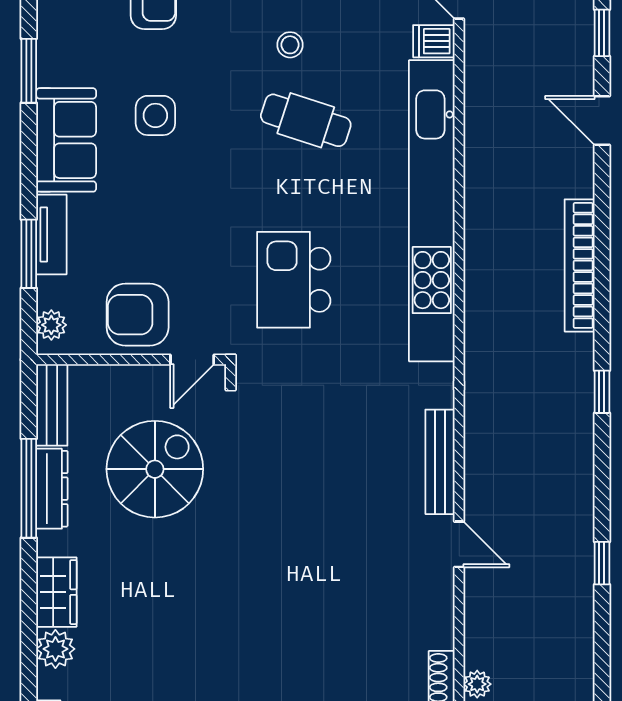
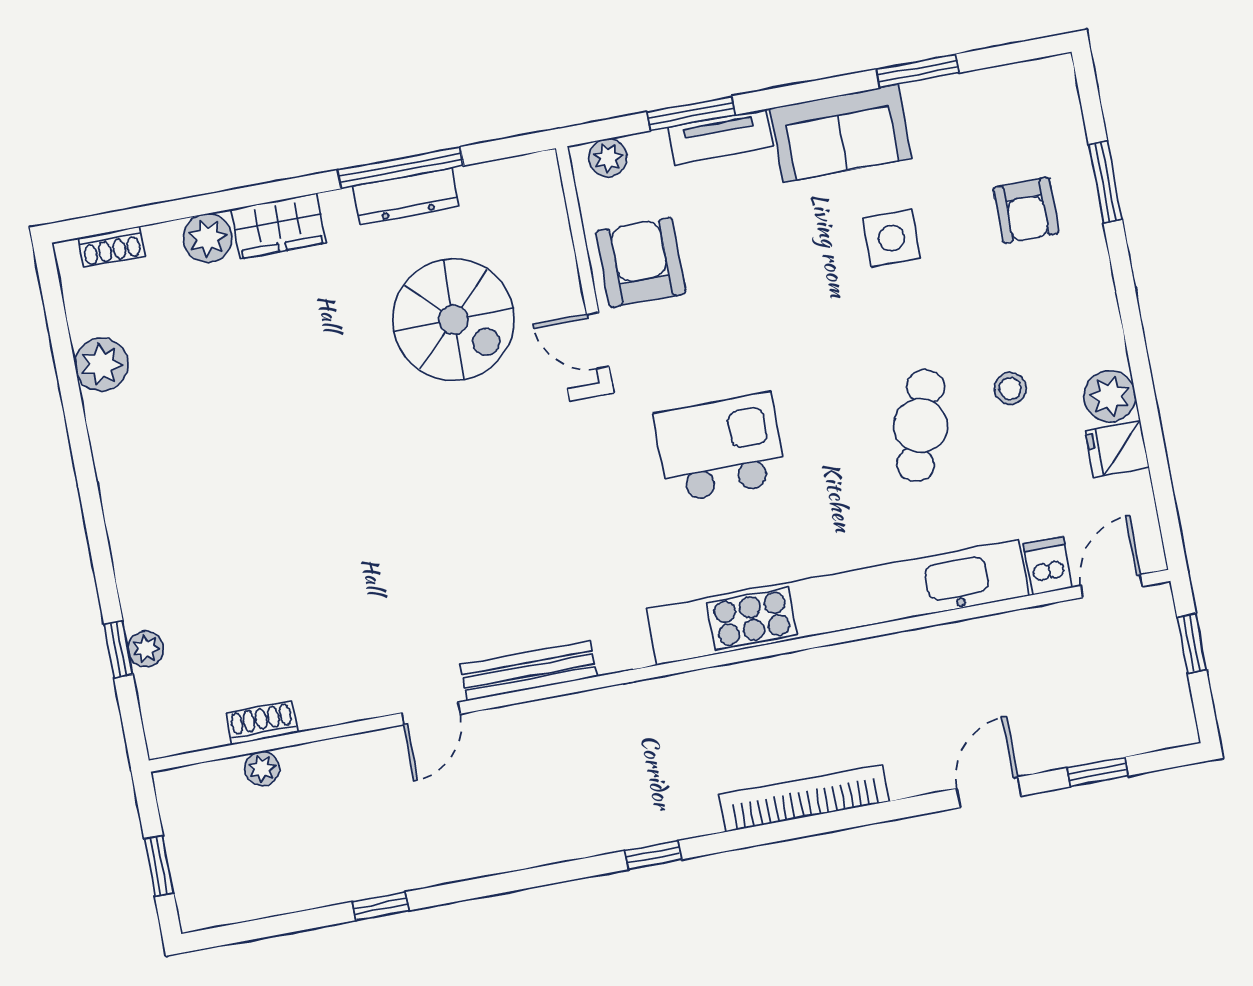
bench: (52, 405) -> (509, 177), removed
window: (602, 563) -> (381, 906), moved

